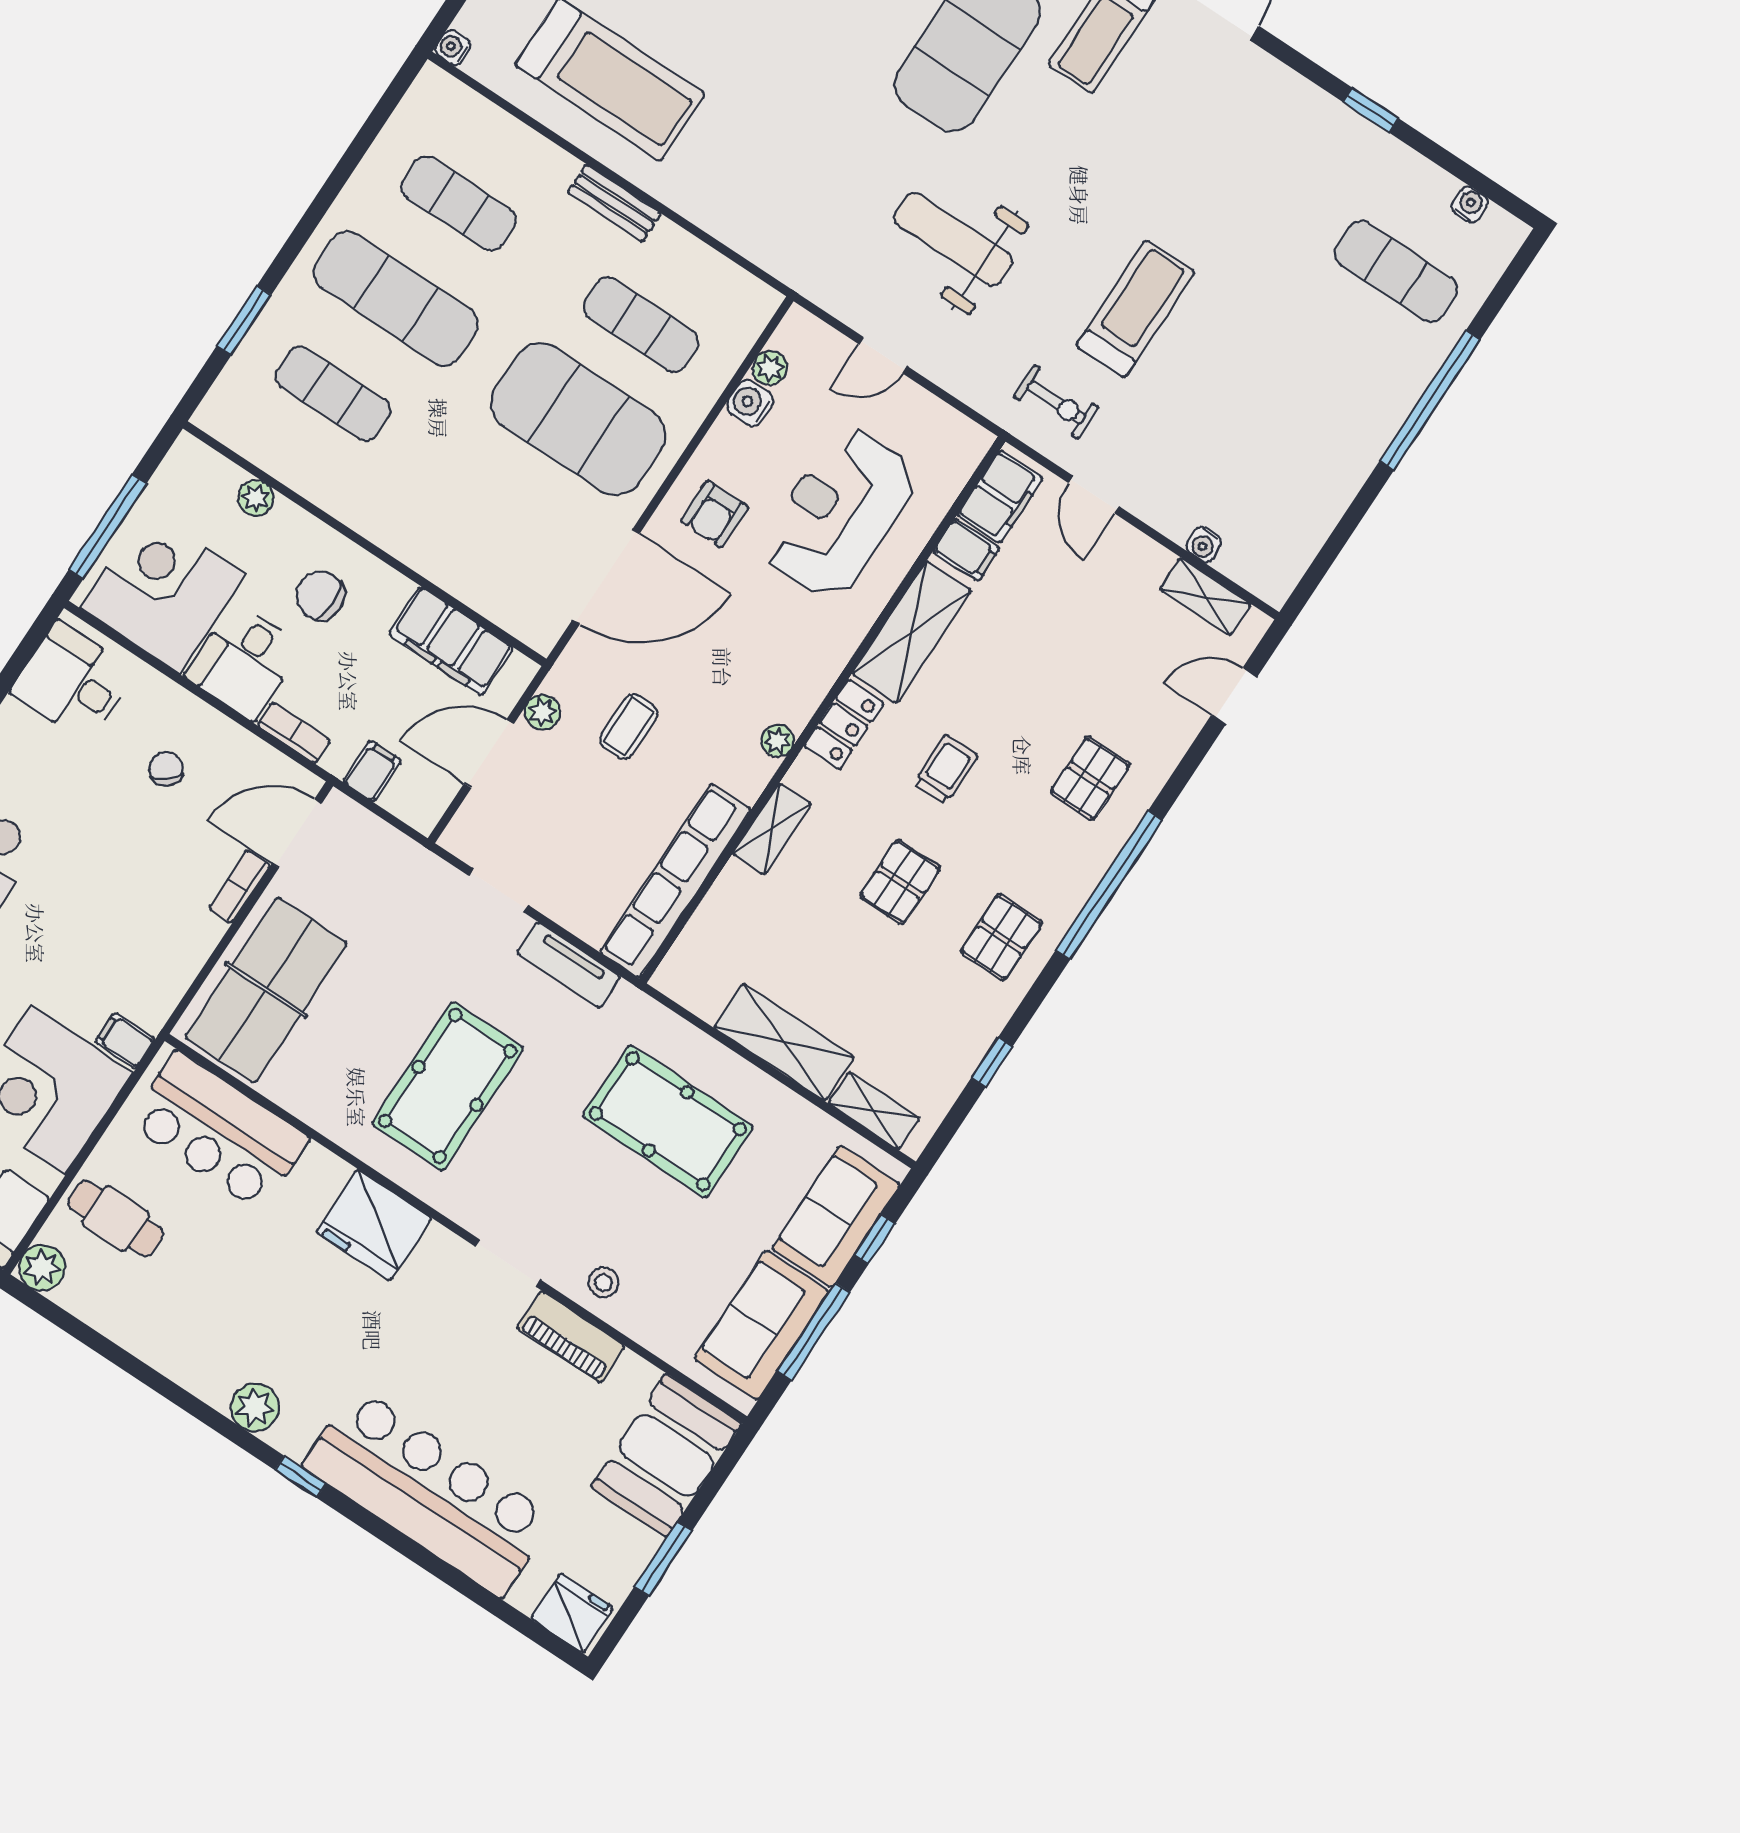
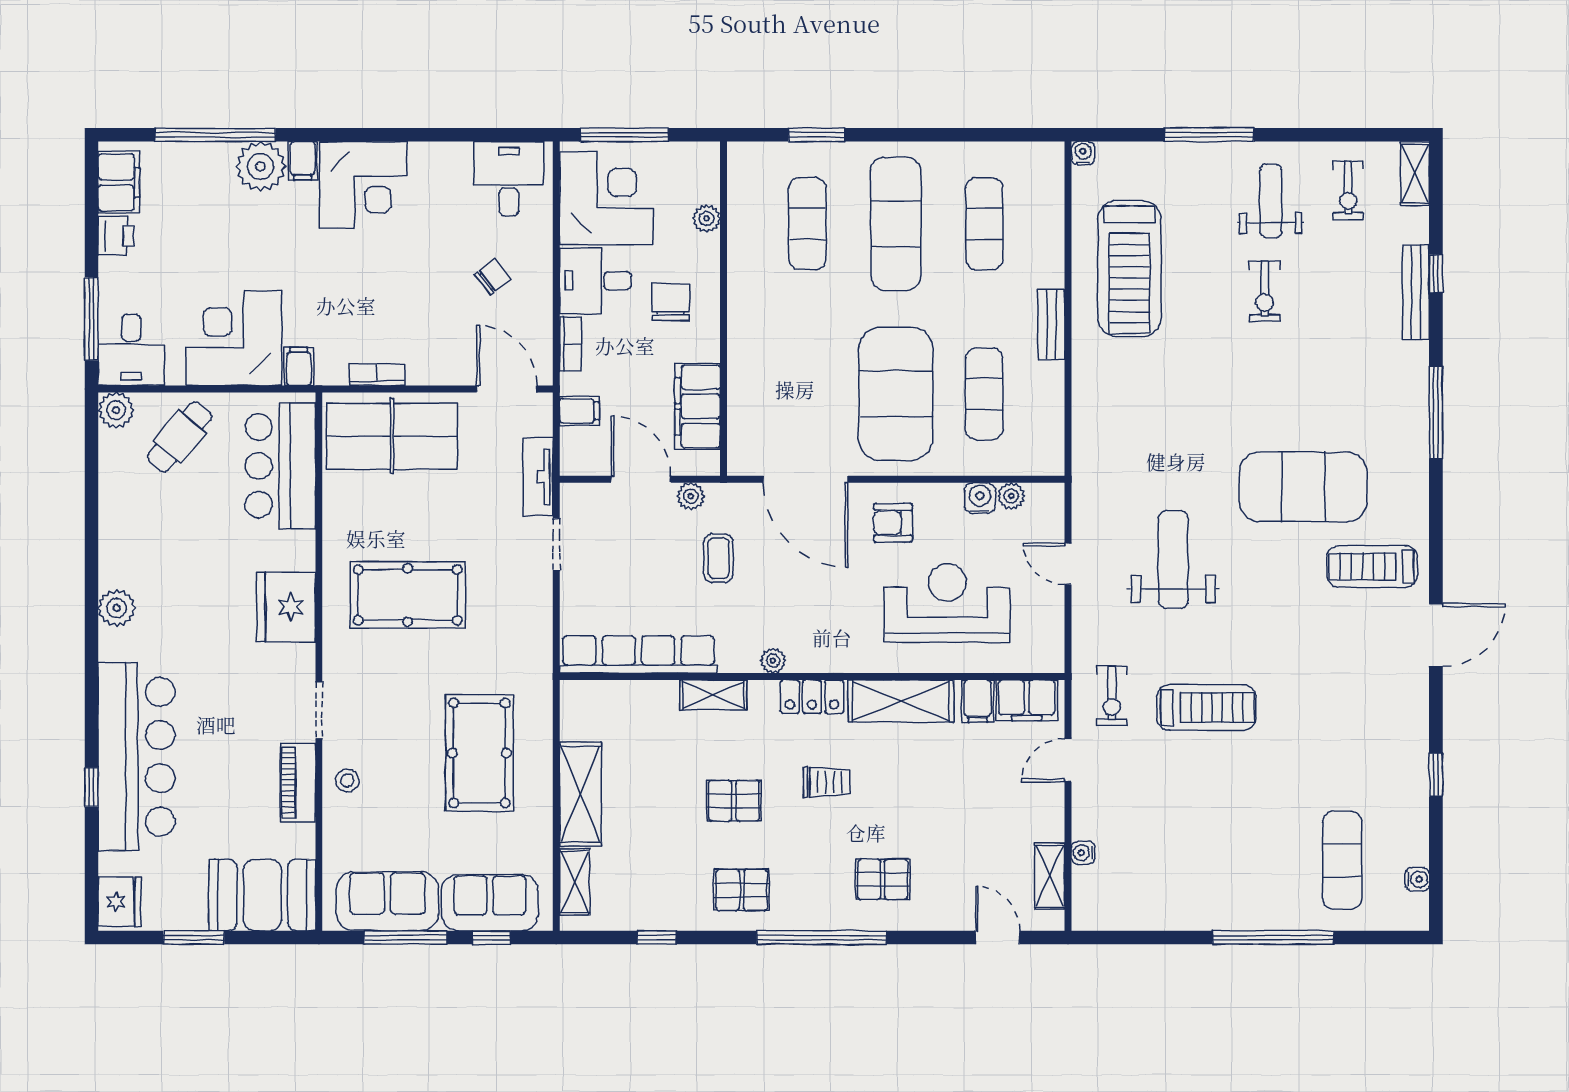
coffee table: (629, 726) -> (718, 558), turned 90
bookcase: (239, 887) -> (377, 375), moved
tv unit: (569, 965) -> (538, 477), moved
cafe table: (116, 1218) -> (180, 437), turned 40
window: (300, 1477) -> (91, 787), moved

